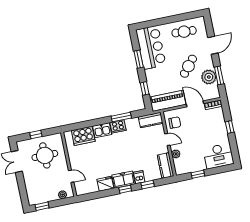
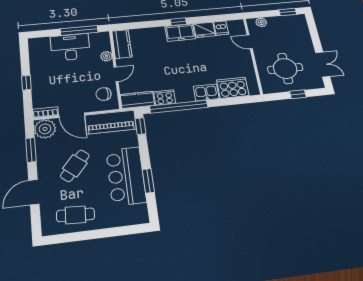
bar counter: (151, 47) -> (126, 176), moved
plant: (209, 77) -> (45, 129), moved
window: (145, 88) -> (140, 126), moved
window: (121, 117) -> (179, 107), width x2.11
cooker: (118, 126) -> (165, 97), moved
door: (167, 140) -> (116, 74), swing flipped
desk: (219, 156) -> (70, 47), moved
window: (198, 174) -> (79, 30), width x2.17
dishwasher: (139, 177) -> (221, 28), moved
window: (148, 185) -> (148, 24), removed

